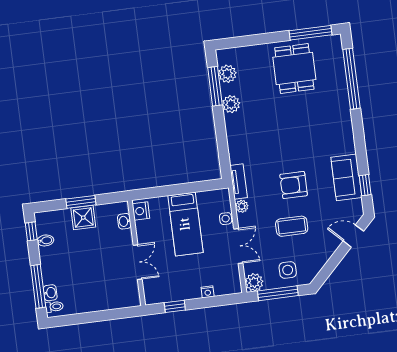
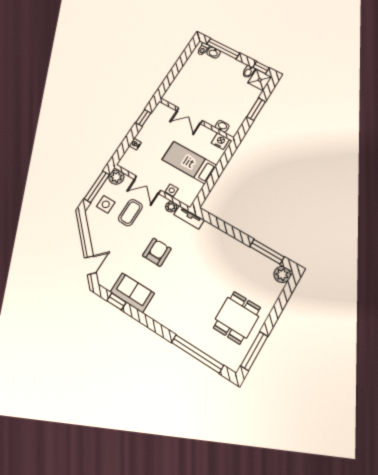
dining table: (294, 68) -> (237, 318), turned 90
plant: (227, 74) -> (282, 275), moved
plant: (231, 104) -> (246, 253), removed
shower: (83, 218) -> (260, 80), moved
coffee table: (292, 226) -> (130, 213), moved

